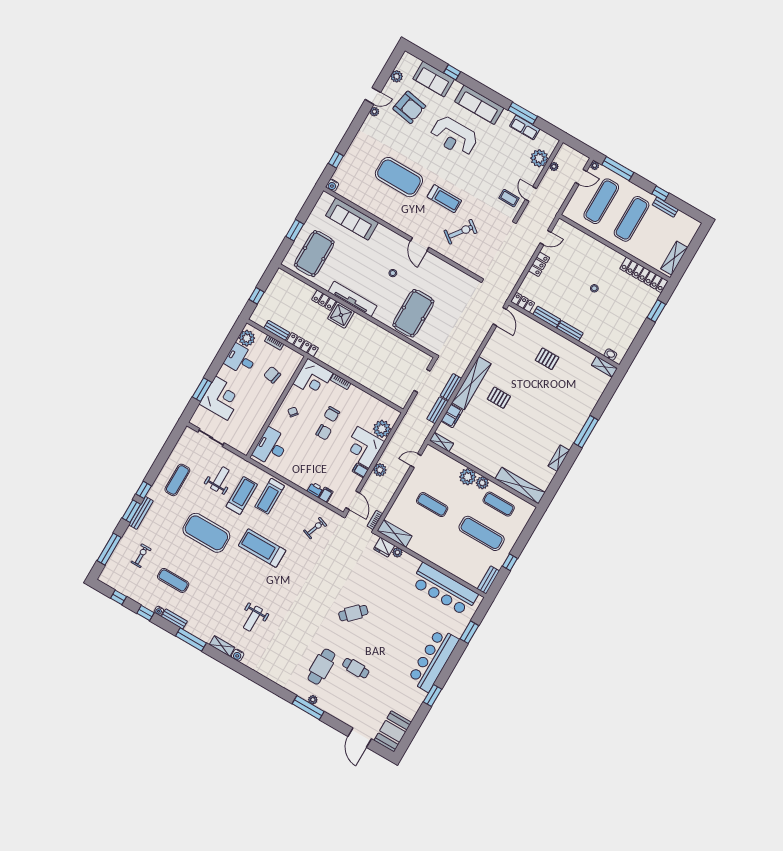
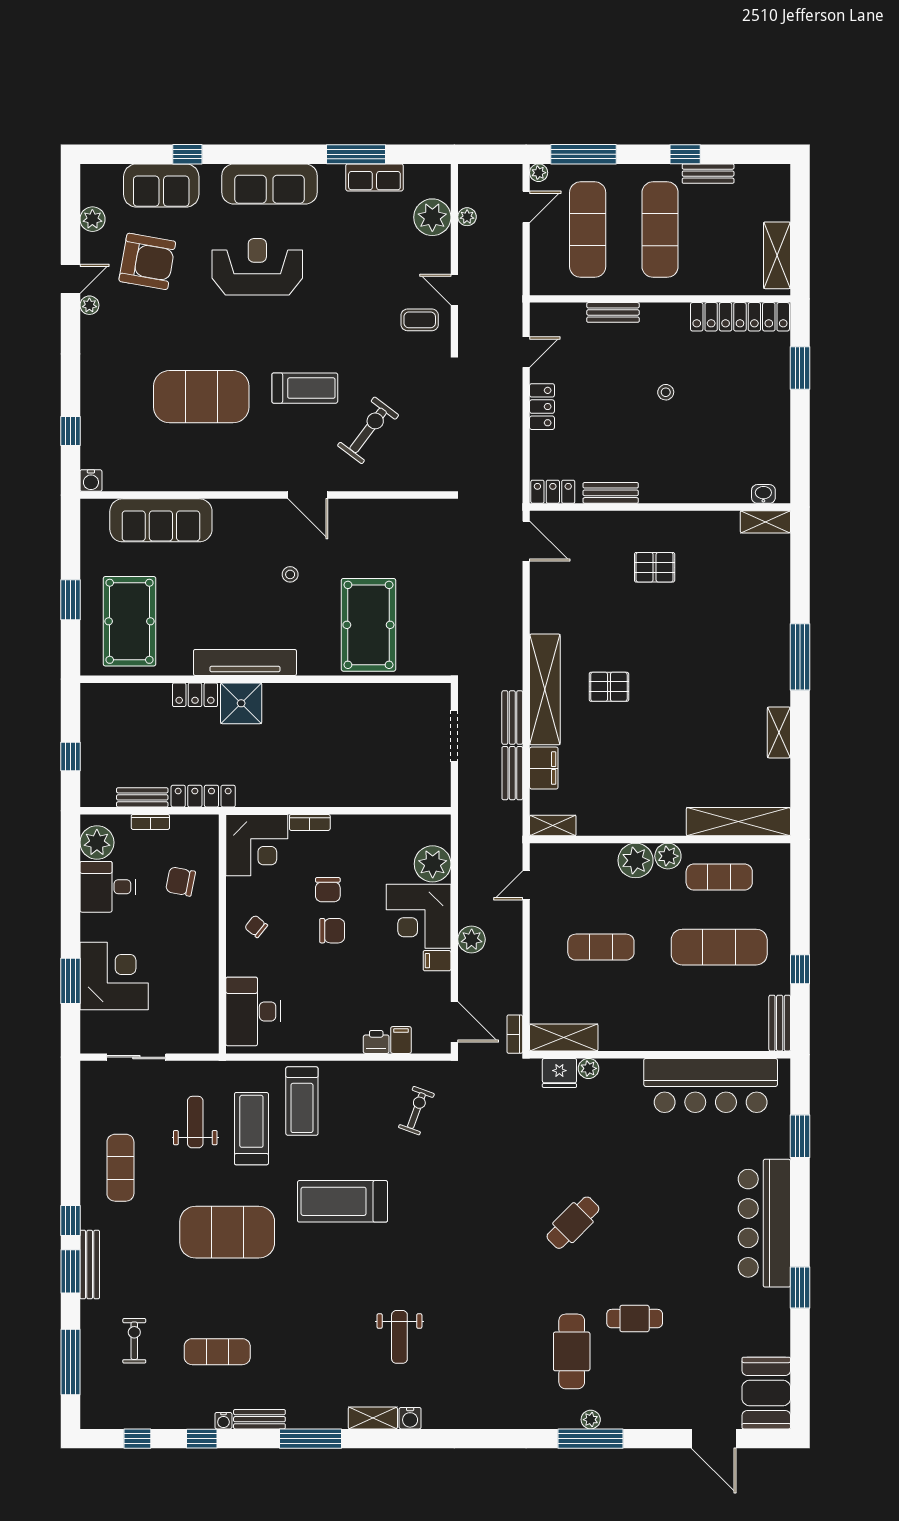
reception desk: (454, 136) -> (257, 267), turned 180
bench: (570, 331) -> (613, 312), moved

